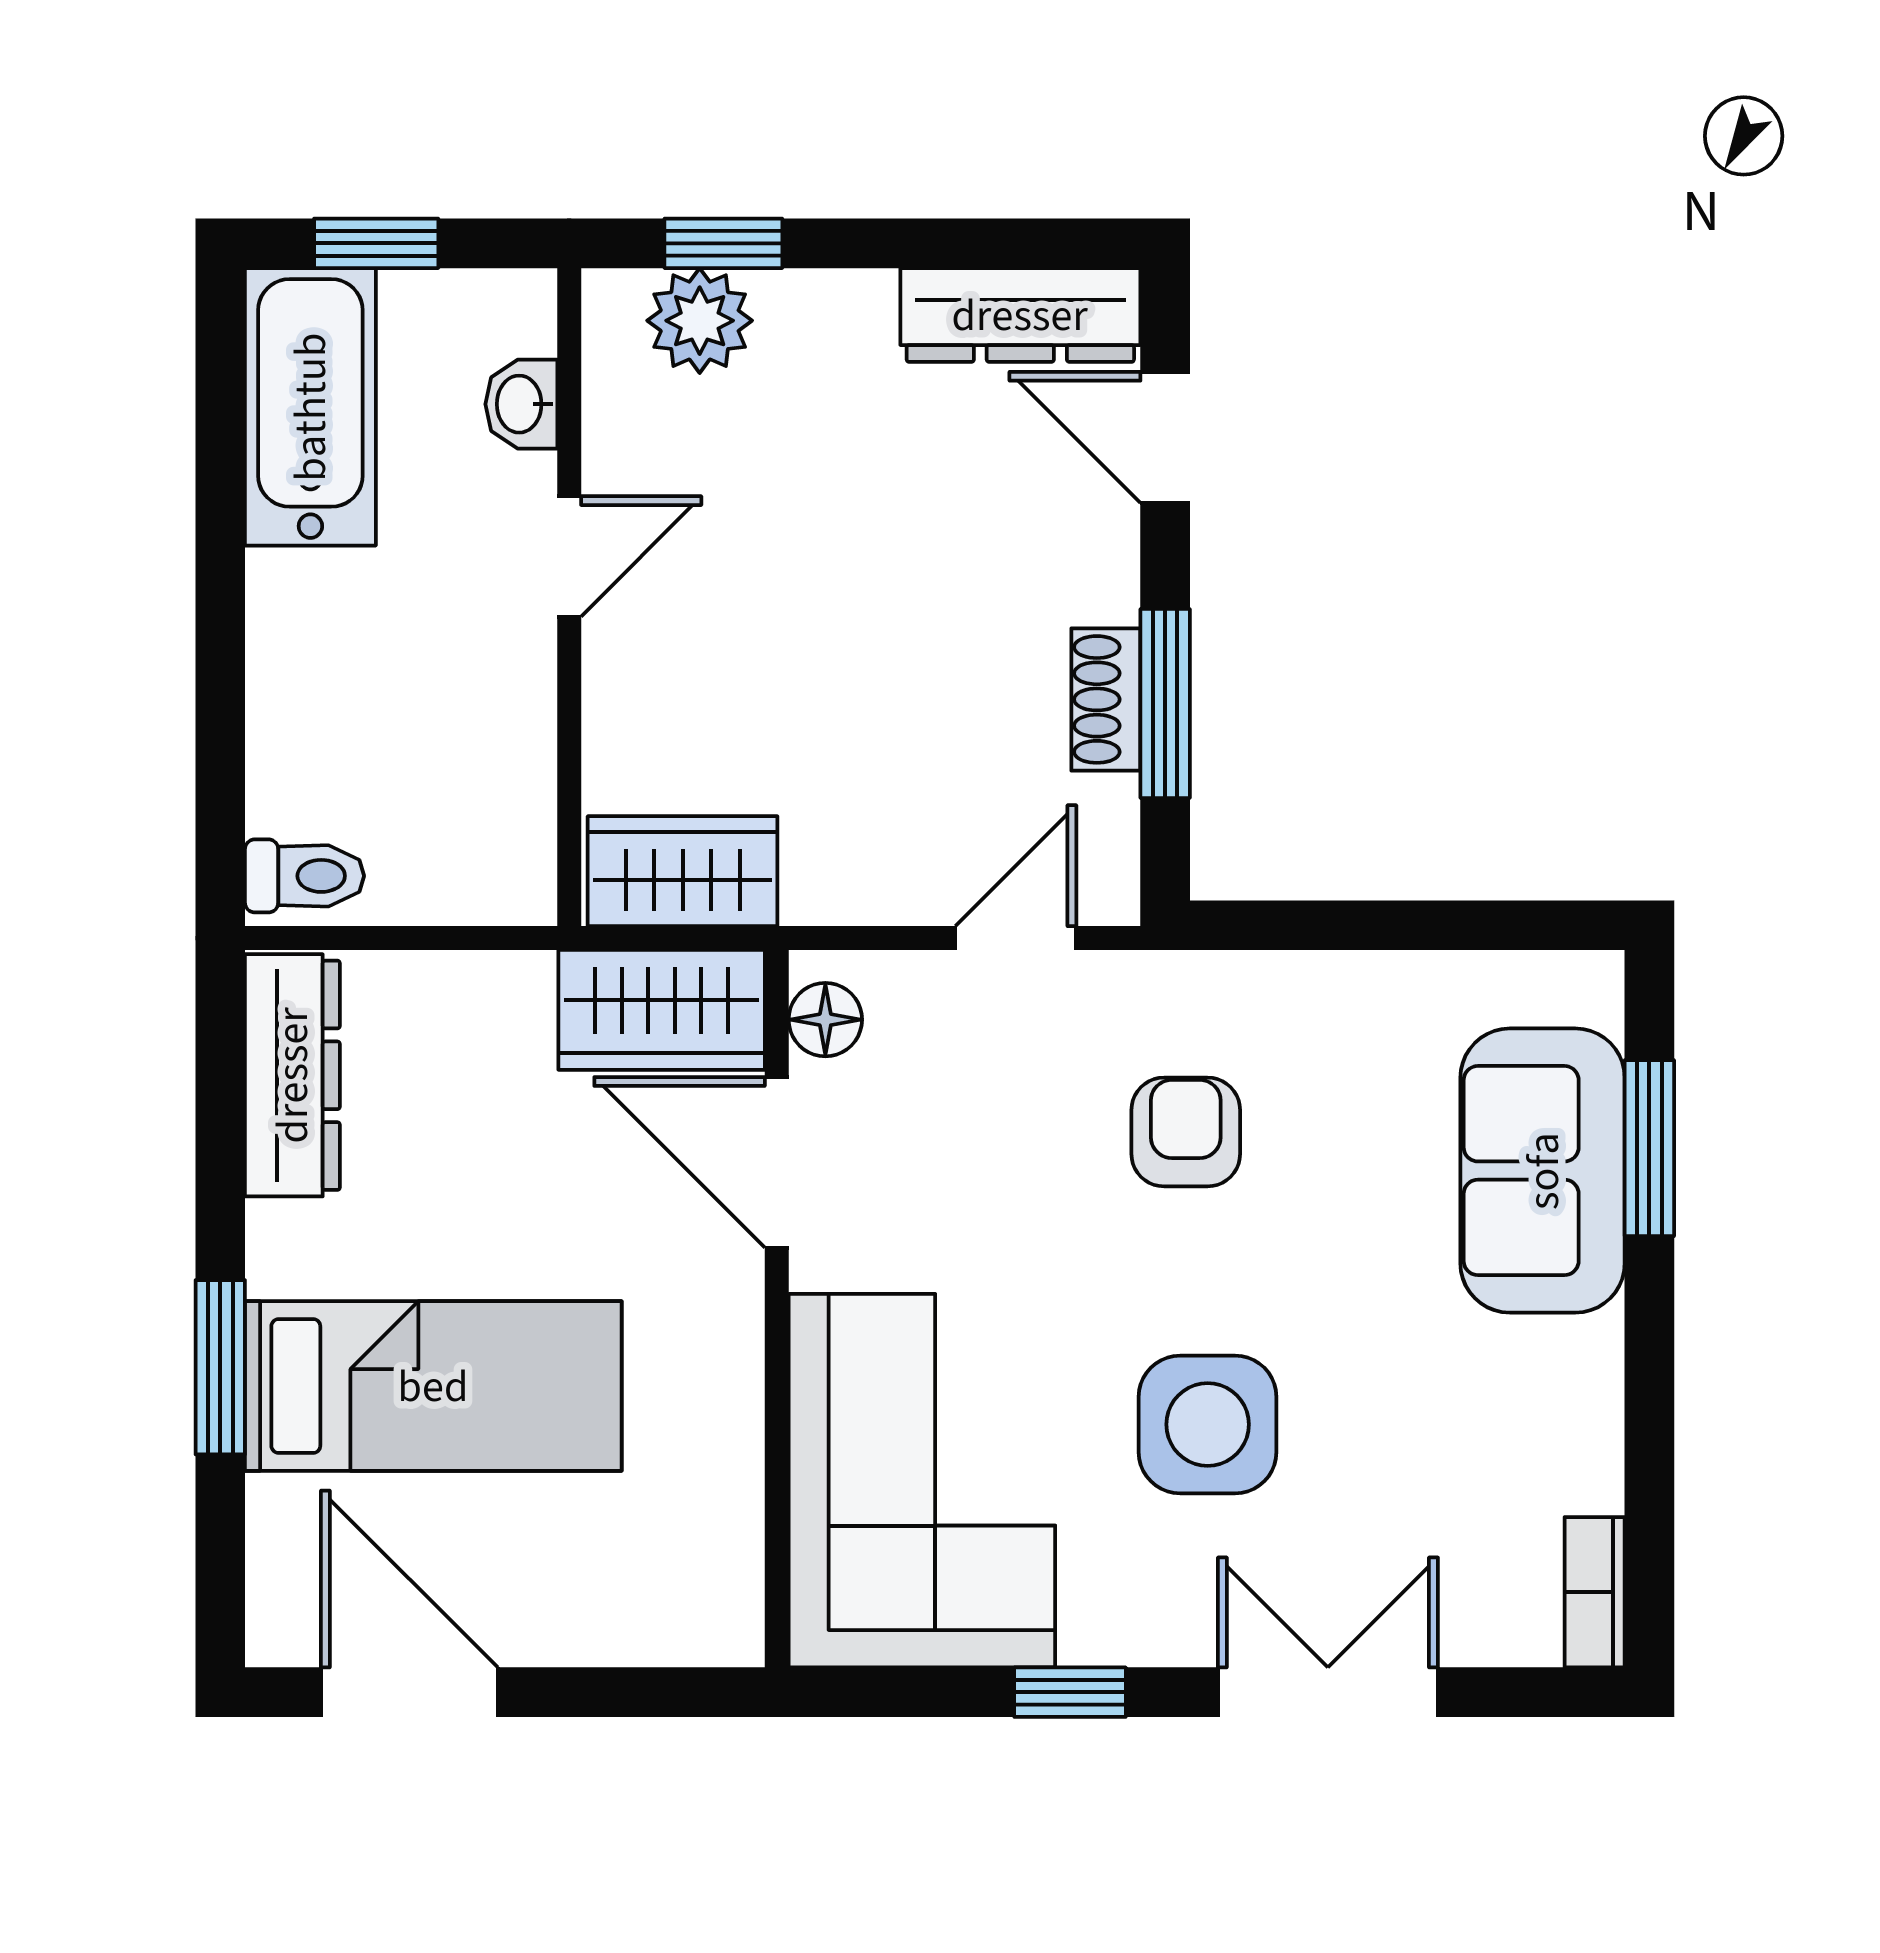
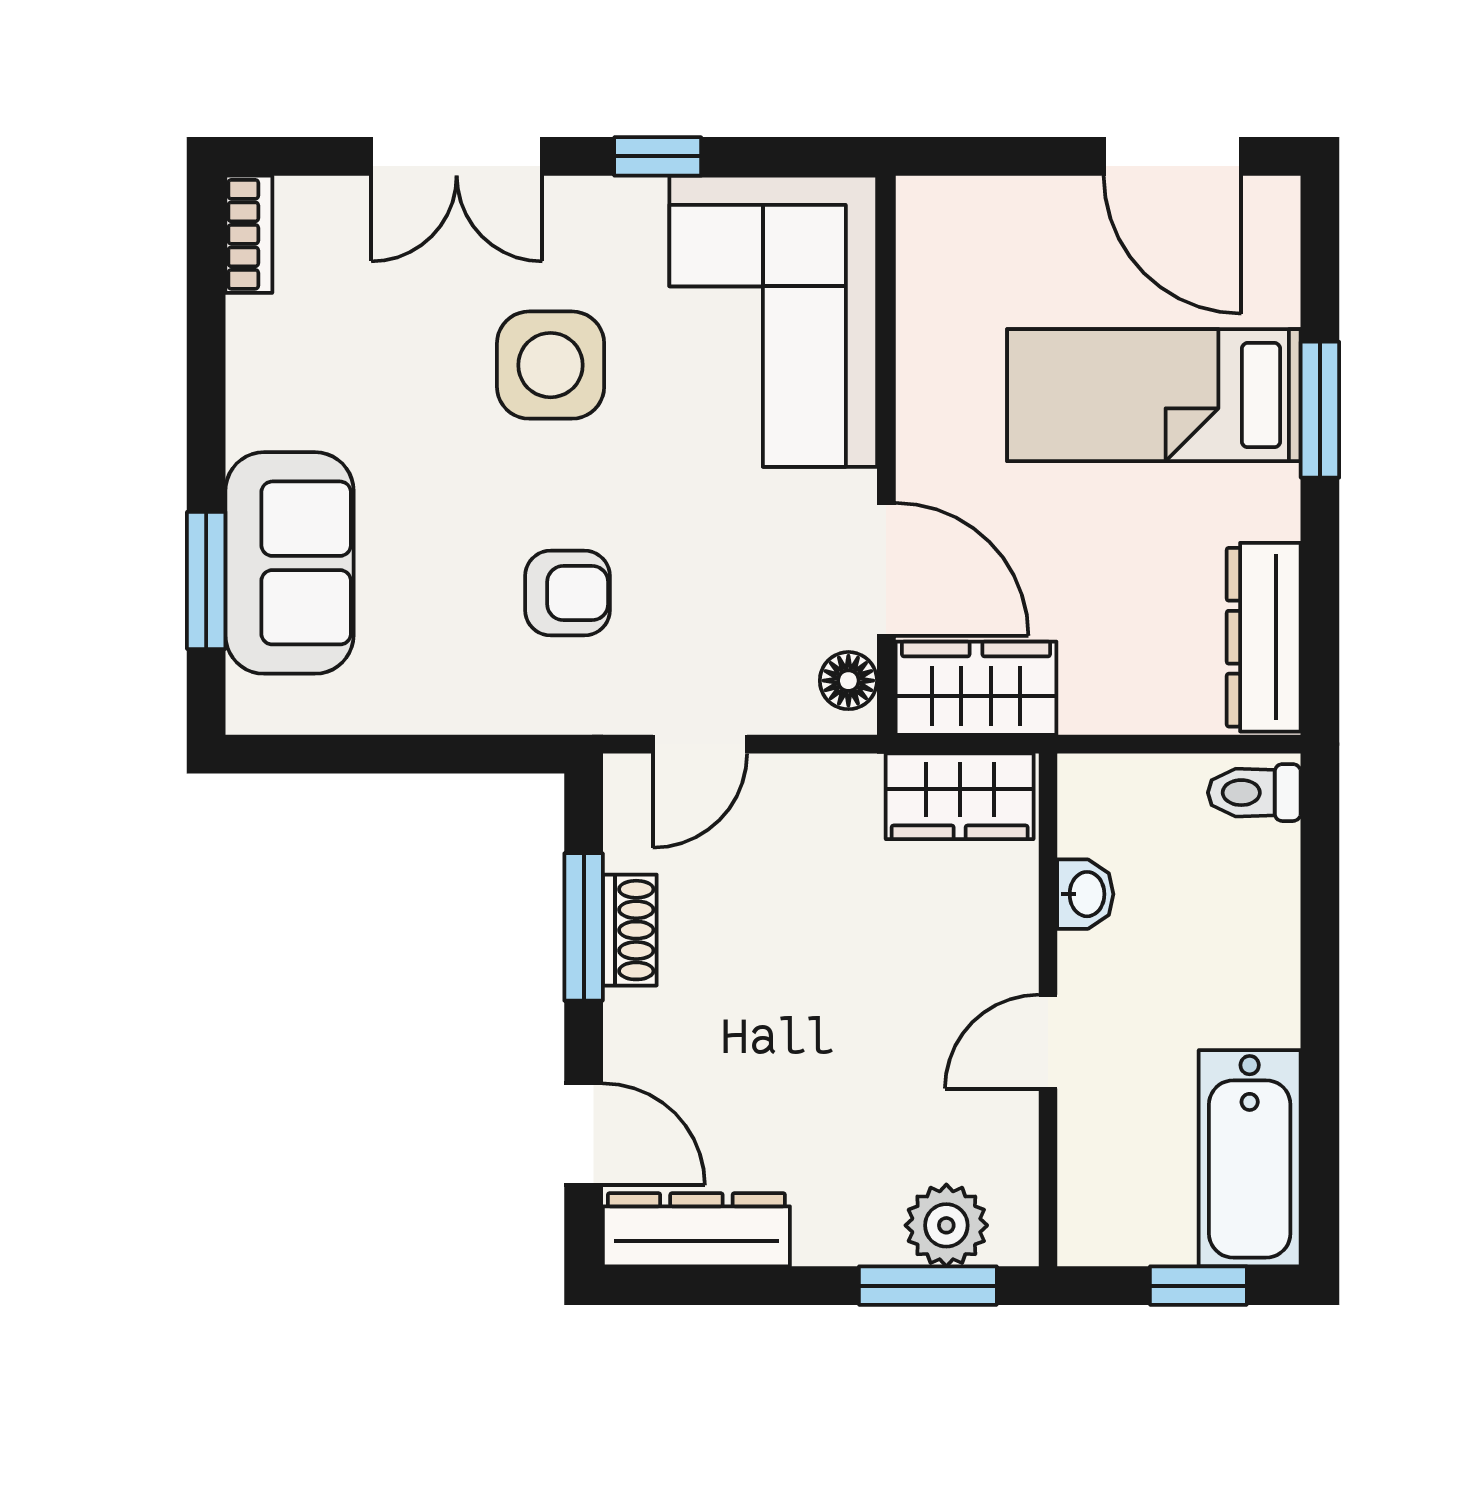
window: (723, 243) -> (928, 1286), width x1.50
washbasin: (521, 404) -> (1085, 894), moved
armchair: (1186, 1132) -> (567, 593), turned -90

